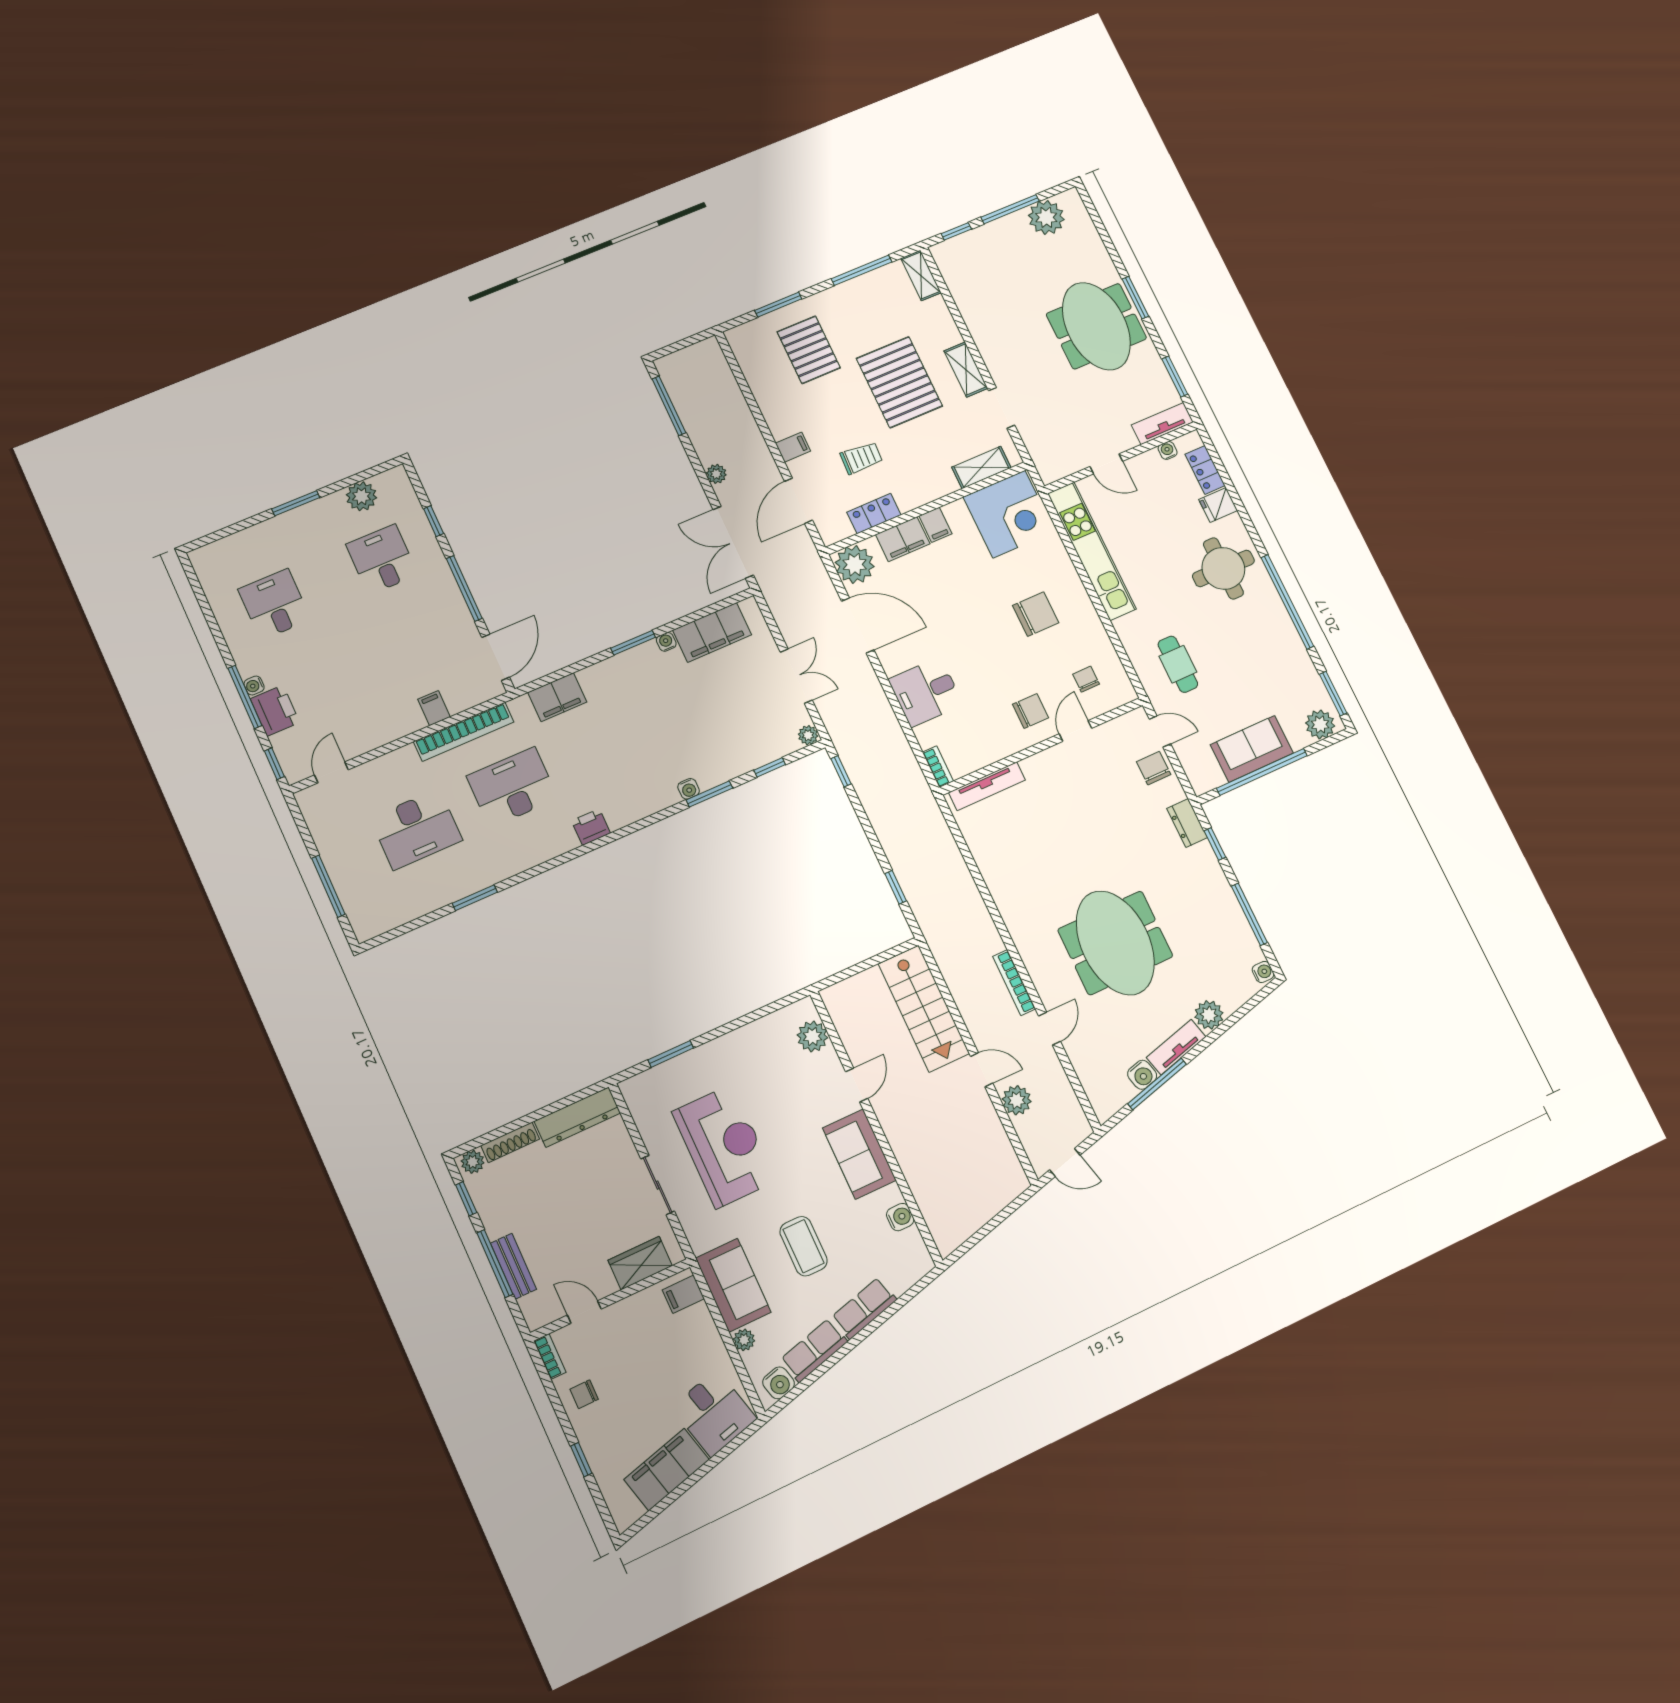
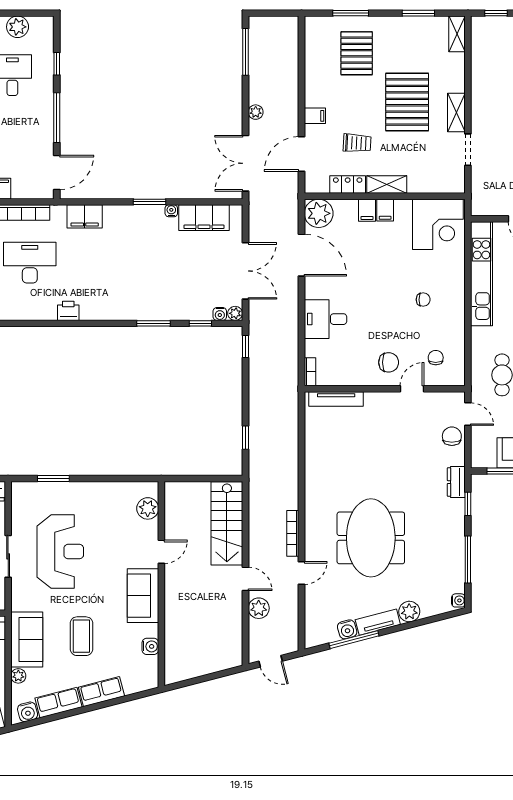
window: (862, 270) -> (418, 13), width x0.69
shelving: (981, 467) -> (387, 184), moved
filing cabinet: (903, 539) -> (367, 210), width x0.50
chair: (1036, 614) -> (423, 300), width x0.54, depth x0.54
double door: (796, 676) -> (245, 271), width x1.37
water cooler: (689, 789) -> (220, 314), moved

